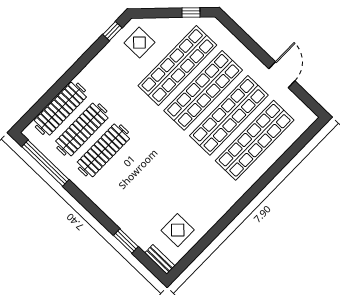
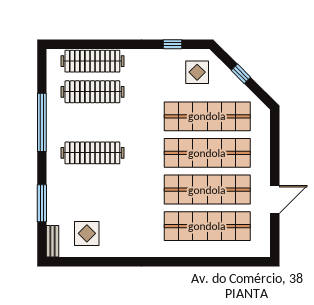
window: (191, 13) -> (241, 74), moved
window: (112, 31) -> (173, 44), moved
clothes rail: (103, 150) -> (92, 153), moved
window: (45, 163) -> (42, 122), moved
window: (126, 241) -> (42, 203), width x1.44

